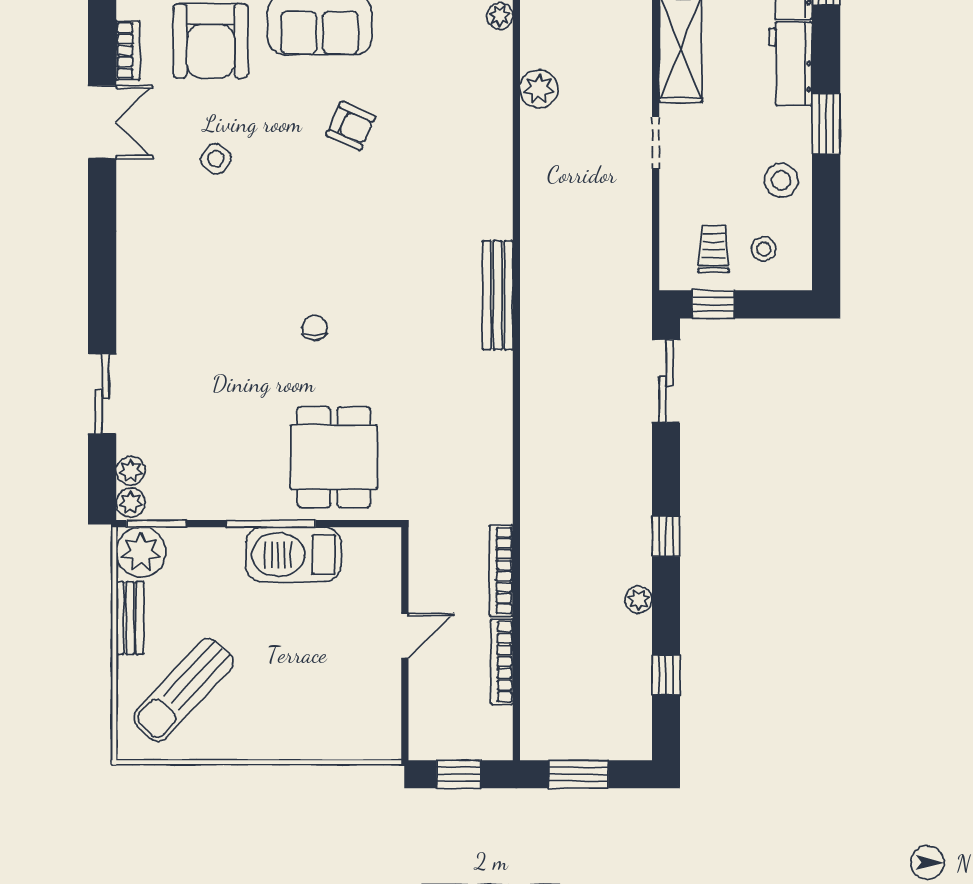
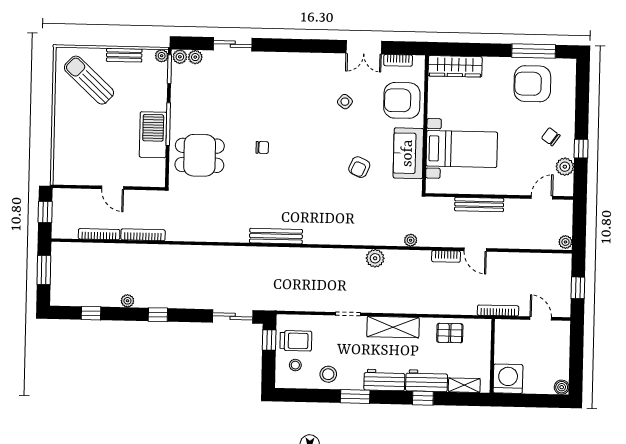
trolley: (713, 249) -> (296, 341), width x1.36, depth x1.39
plant: (141, 552) -> (162, 56), width x0.53, depth x0.53

